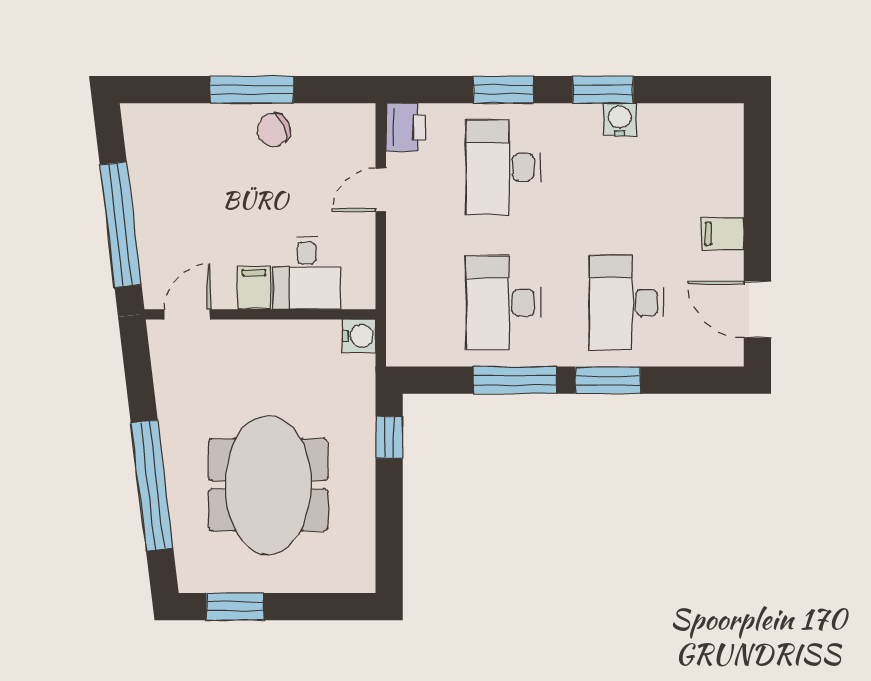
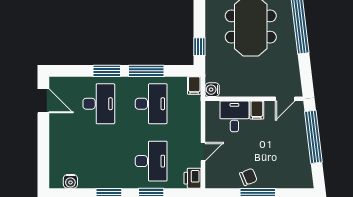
water cooler: (620, 120) -> (70, 181), moved
filing cabinet: (723, 234) -> (194, 85), moved, turned 90

